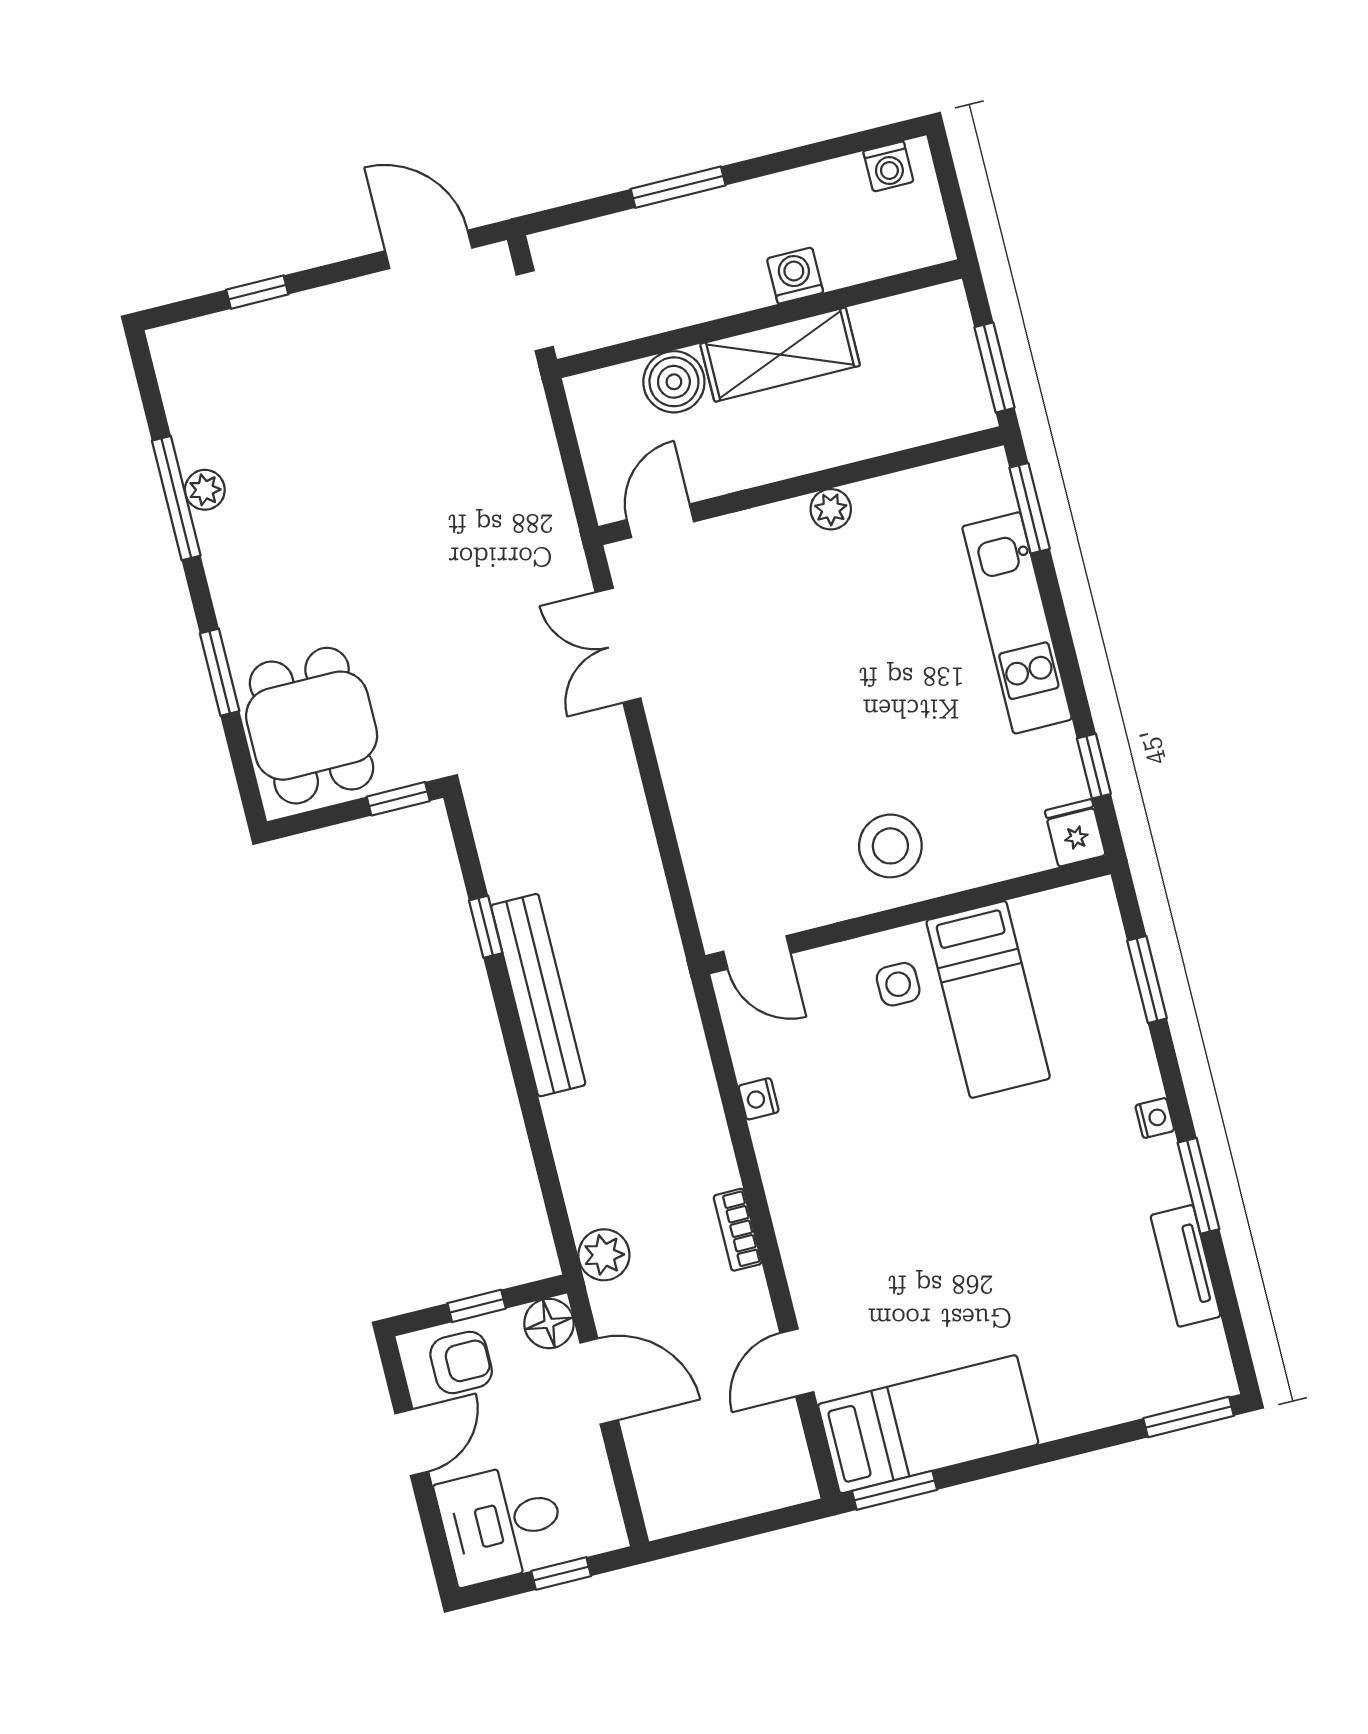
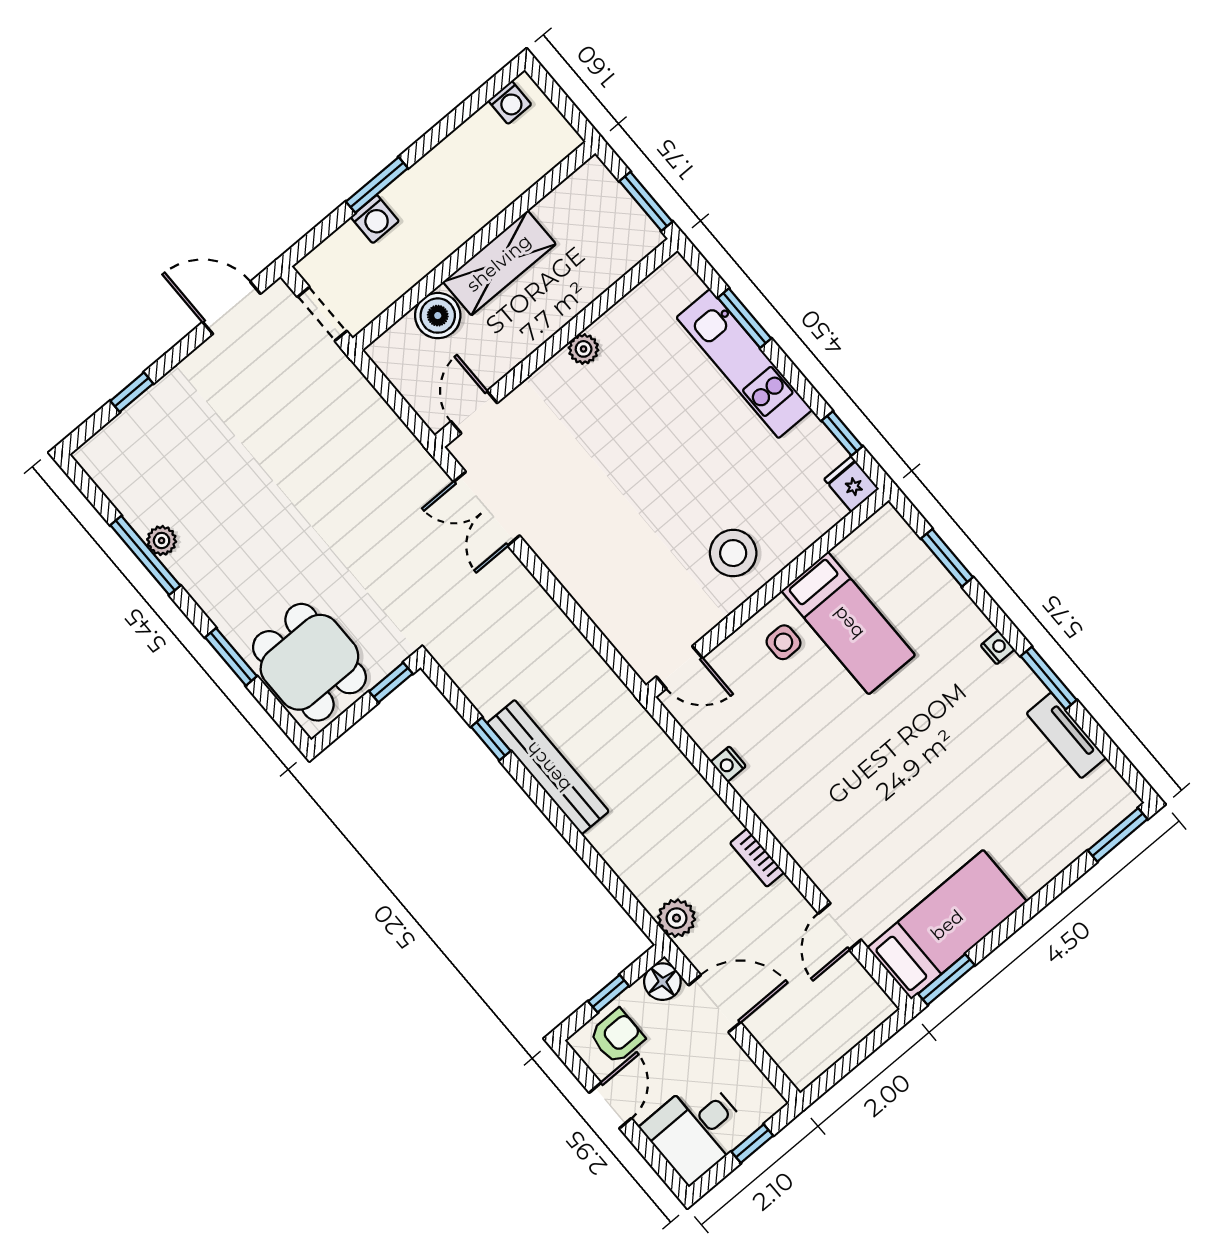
washing machine: (795, 276) -> (375, 219), moved, turned 180
window: (1030, 508) -> (745, 318), moved

